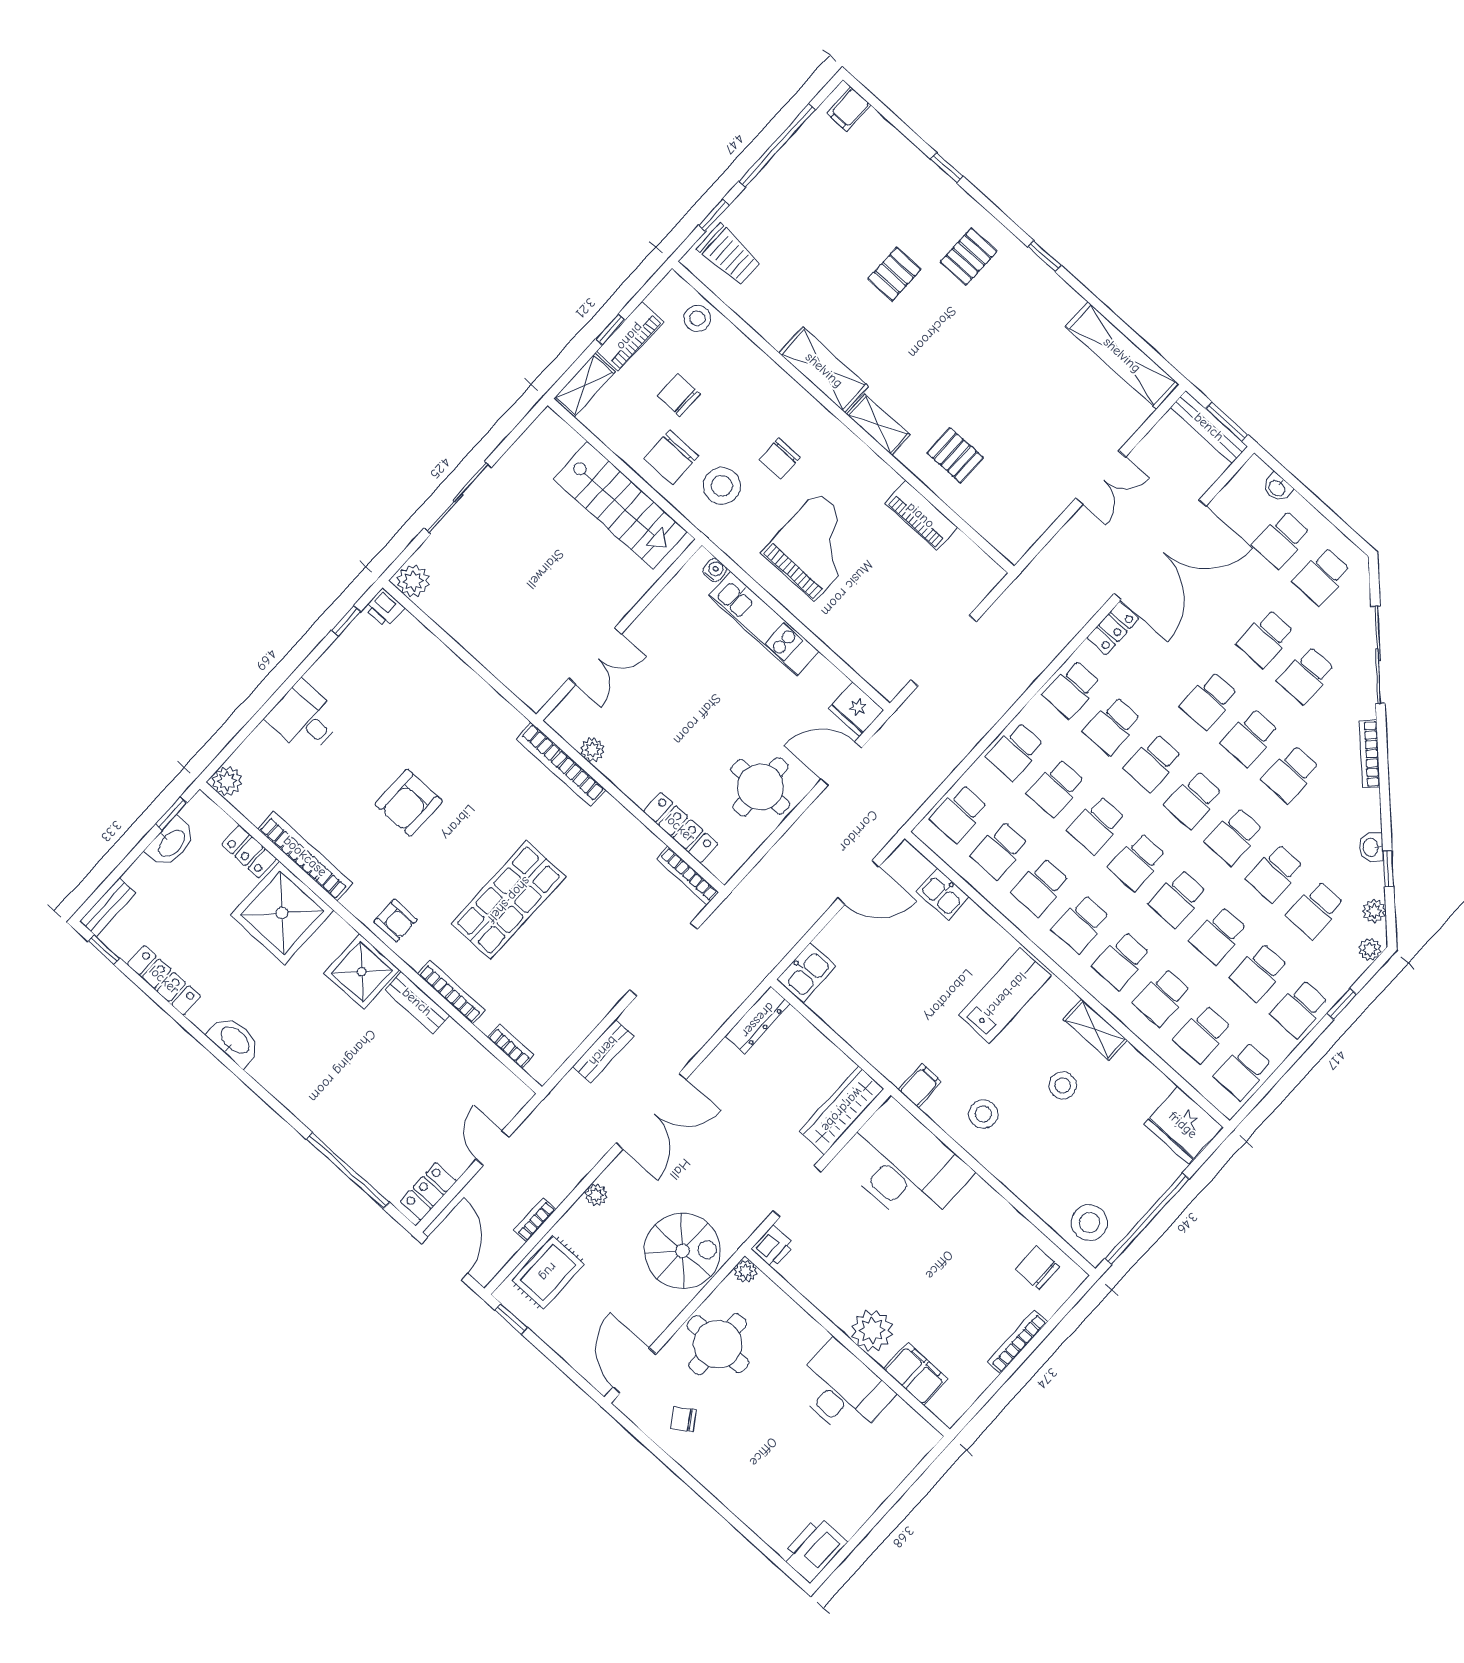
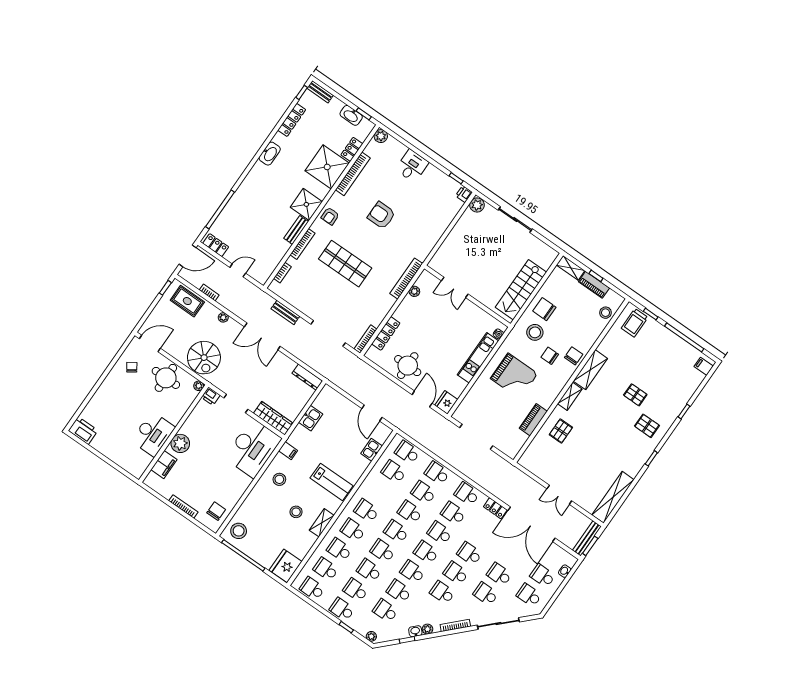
chair: (679, 395) -> (574, 356), moved
school desk: (1040, 887) -> (380, 491), removed
plant: (1374, 911) -> (427, 629), moved
kitchen sink: (807, 972) -> (311, 418), moved, turned -90

